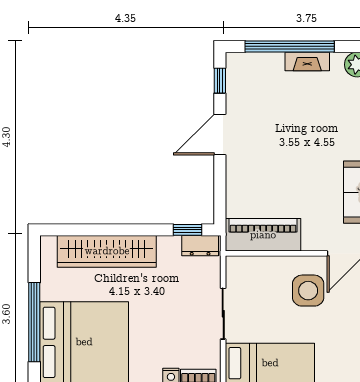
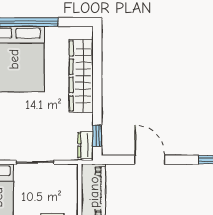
door: (220, 134) -> (150, 160), moved

